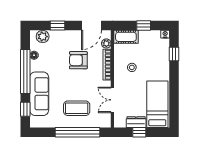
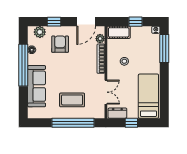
window: (174, 54) -> (164, 49), width x2.17
armchair: (78, 60) -> (60, 44), moved, turned 90
double door: (112, 100) -> (106, 92), swing flipped
window: (25, 109) -> (23, 101), removed
dresser: (136, 122) -> (117, 113), moved

